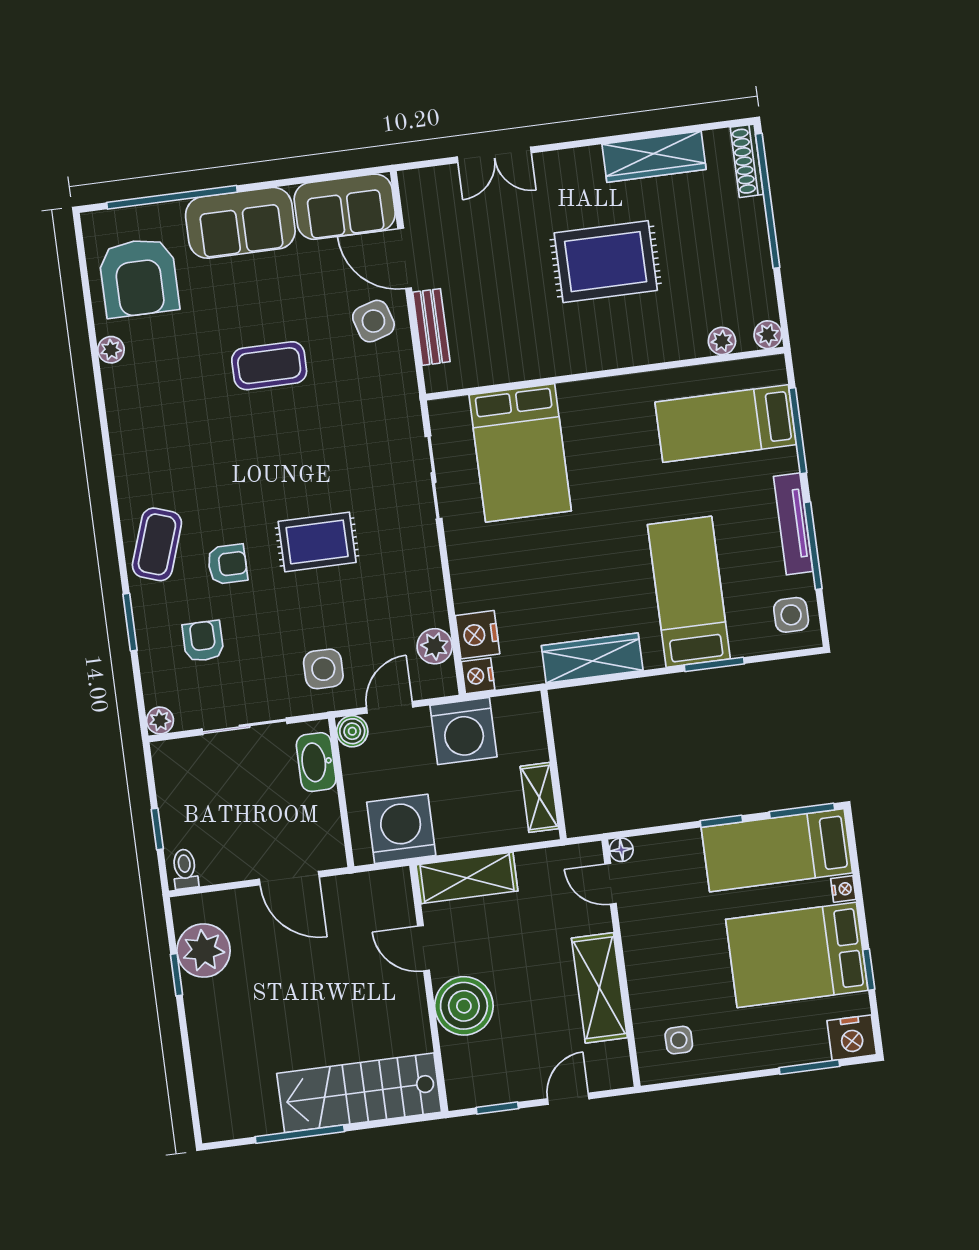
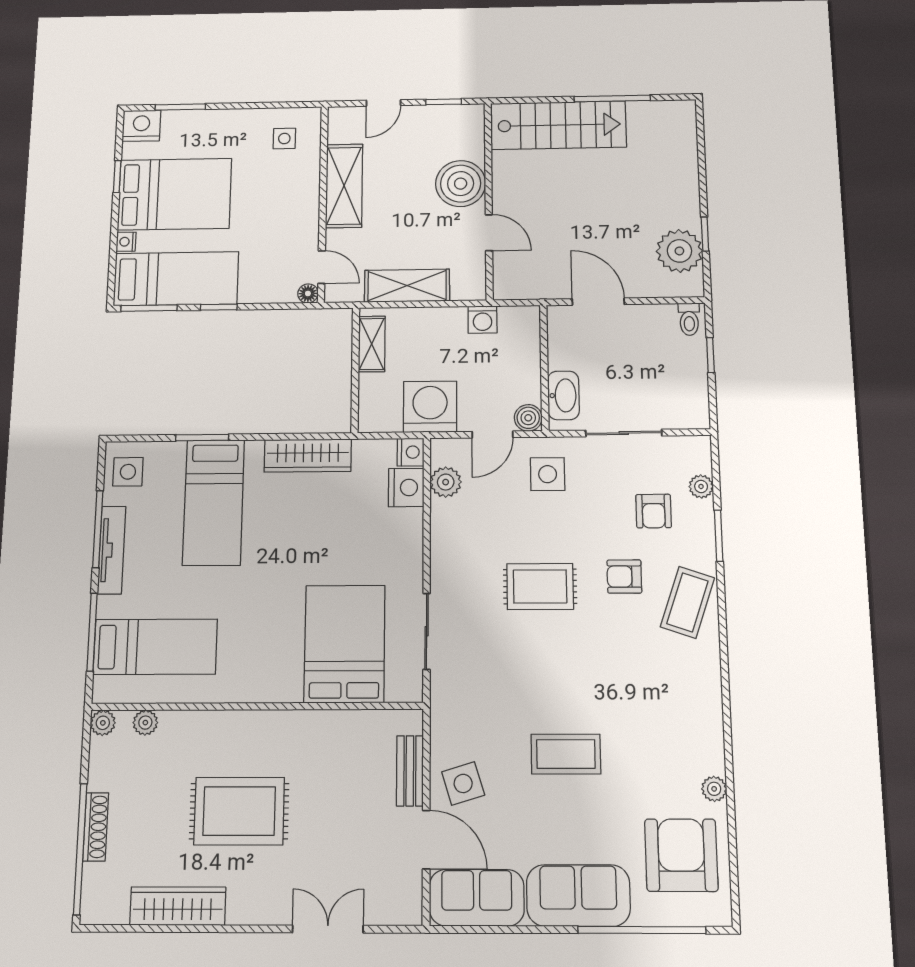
shoe rack: (747, 161) -> (96, 827), moved
plant: (160, 720) -> (701, 486), moved
washing machine: (401, 829) -> (483, 320), width x0.53, depth x0.53
shelving: (467, 878) -> (407, 286), moved

